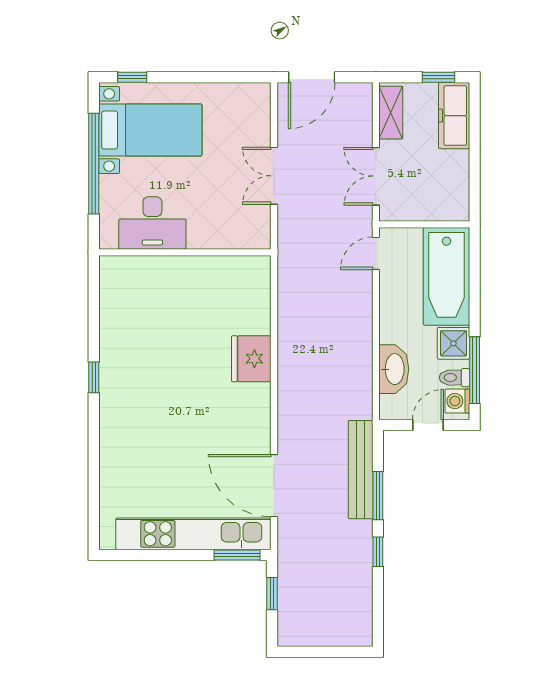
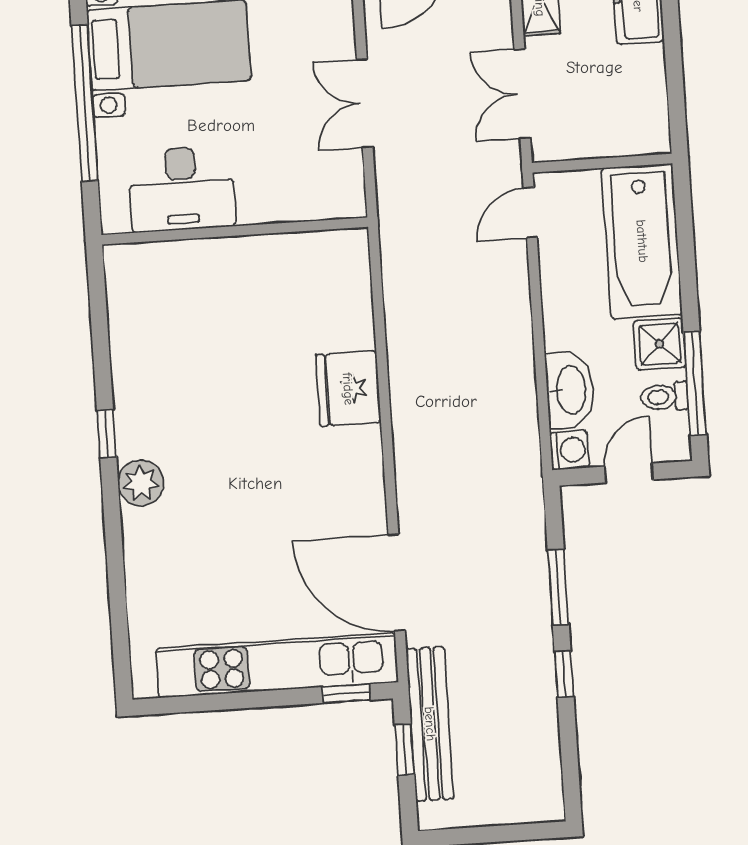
washing machine: (457, 401) -> (570, 450), moved, turned 180
plant: (114, 411) -> (141, 483), added
bench: (361, 470) -> (430, 724), moved
window: (237, 555) -> (346, 694), width x0.67

